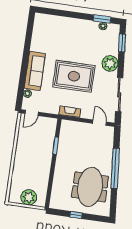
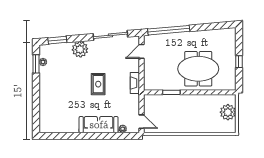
rug: (74, 76) -> (98, 84), width x0.54, depth x0.49
window: (115, 168) -> (169, 30), moved
meeting table: (90, 187) -> (198, 69), moved

